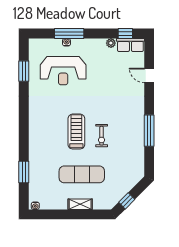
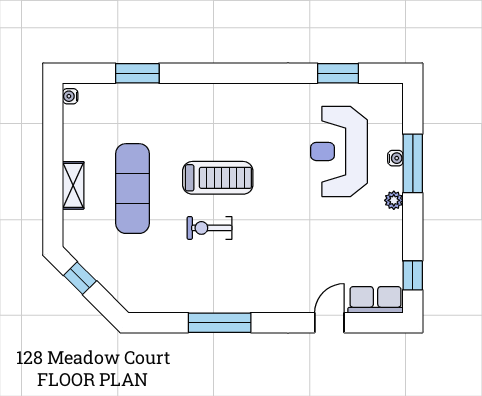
plant: (111, 43) -> (394, 200), moved
row of seats: (130, 45) -> (376, 300), moved, turned 90

